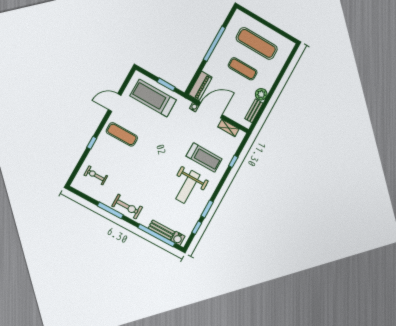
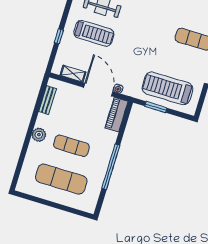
plant: (261, 94) -> (39, 135), moved
treadmill: (153, 98) -> (167, 88), turned 180
door: (211, 110) -> (98, 90), swing flipped
treadmill: (204, 157) -> (94, 33), turned 180

